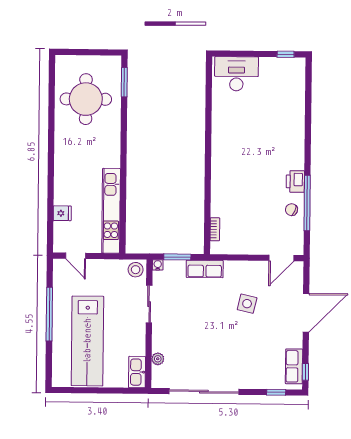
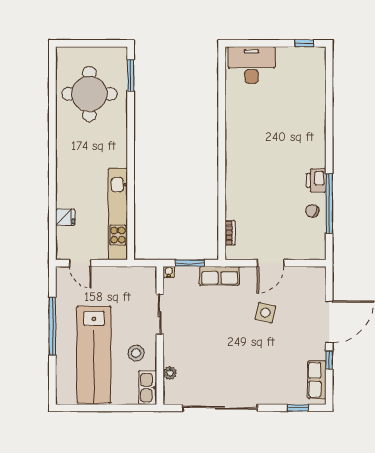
door: (281, 258) -> (271, 263), moved
stool: (136, 270) -> (136, 353), moved
window: (305, 372) -> (329, 360), moved

